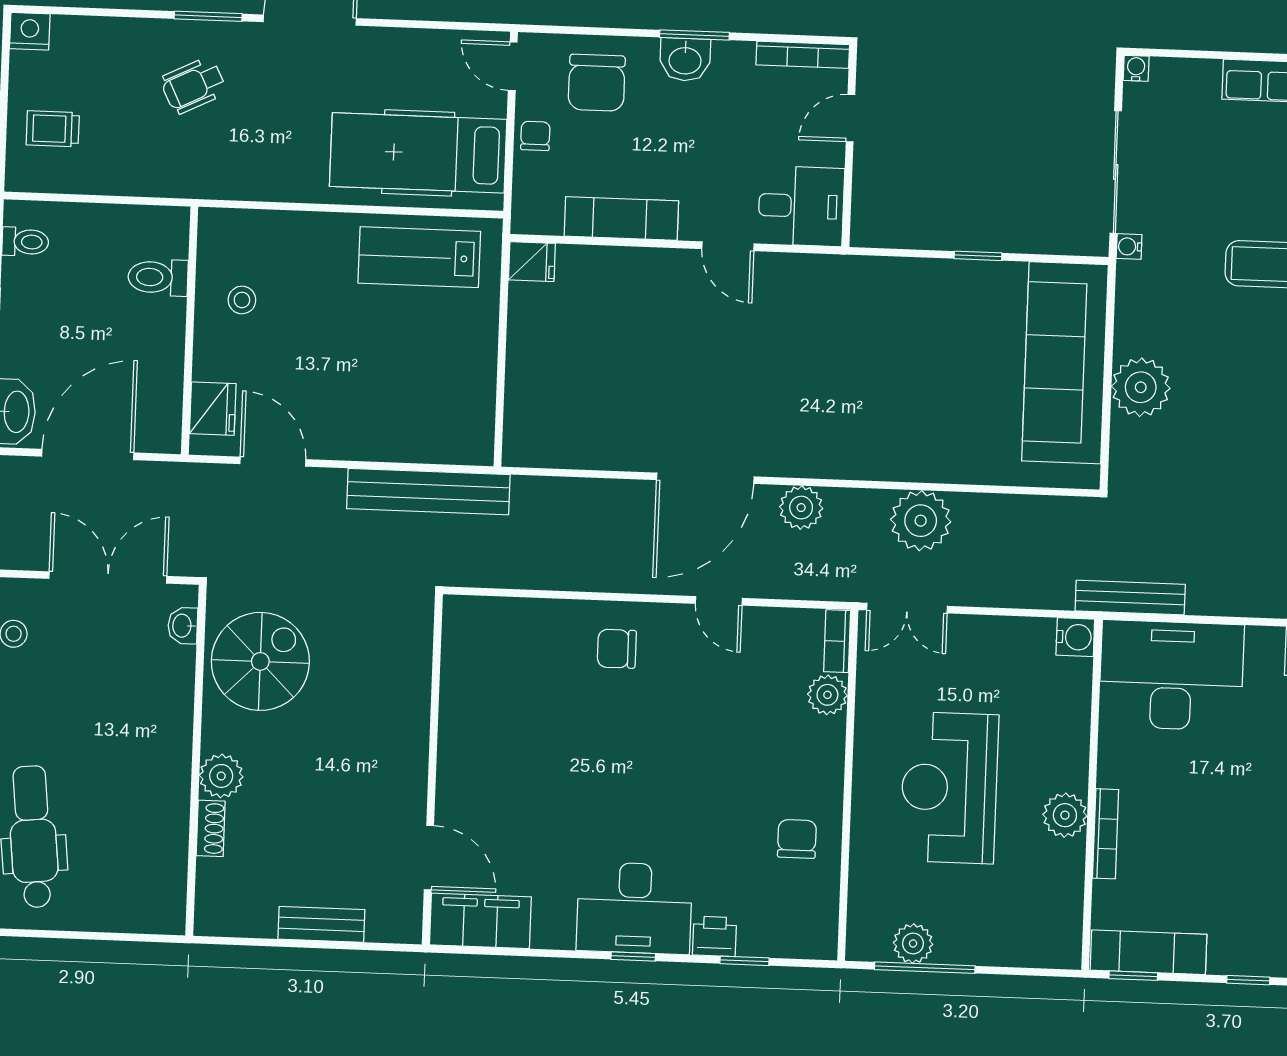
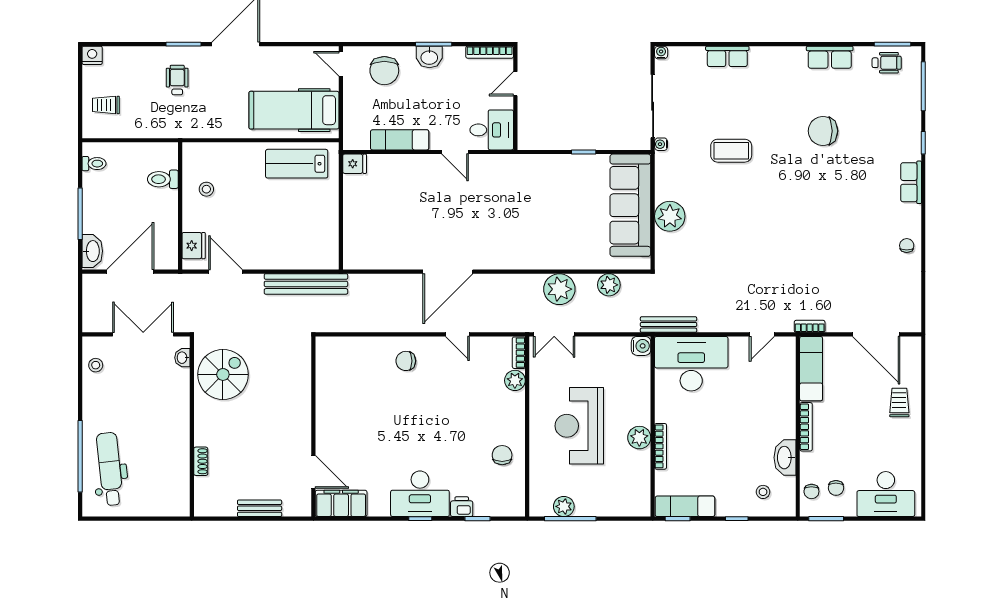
wheelchair: (193, 85) -> (177, 80), turned 116
chair: (535, 136) -> (354, 99), removed
plant: (801, 508) -> (609, 285), moved
plant: (221, 776) -> (205, 434), removed

